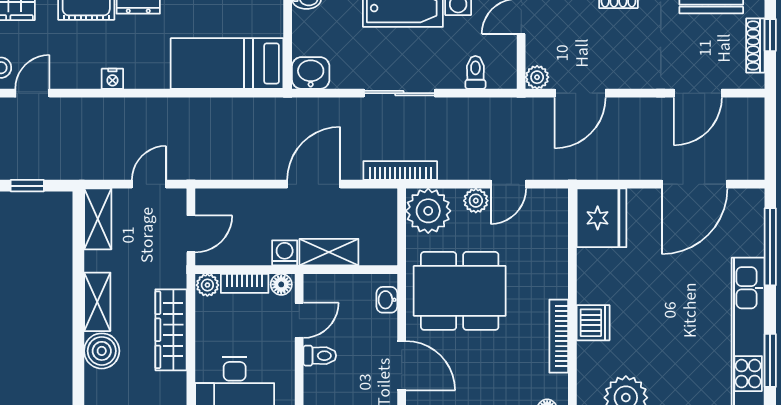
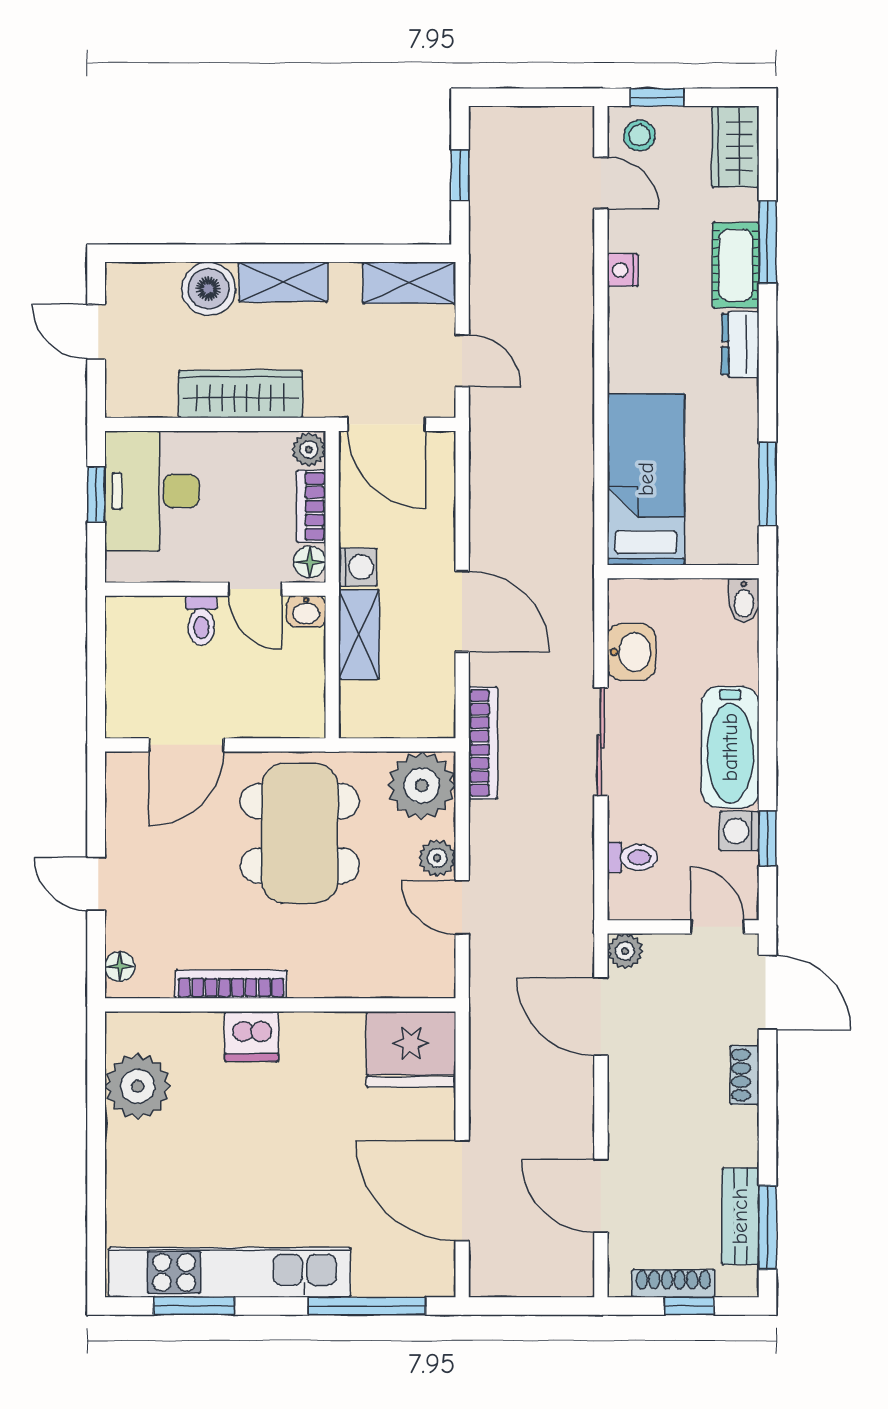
washbasin: (311, 73) -> (631, 652), moved
nightstand: (112, 79) -> (623, 270), moved
door: (191, 234) -> (387, 424), width x1.38
washbasin: (387, 300) -> (306, 611), moved, turned 180

